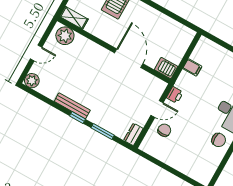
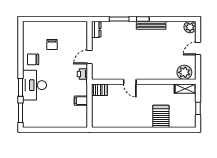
door: (129, 58) -> (130, 82), width x0.53
chair: (164, 130) -> (52, 44), moved

